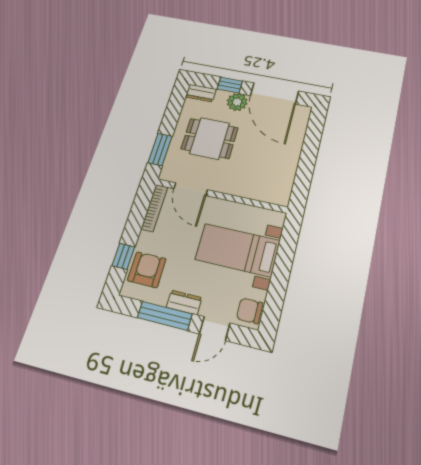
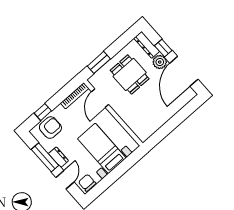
dresser: (201, 93) -> (147, 45), width x1.44
door: (215, 328) -> (65, 180), swing flipped

